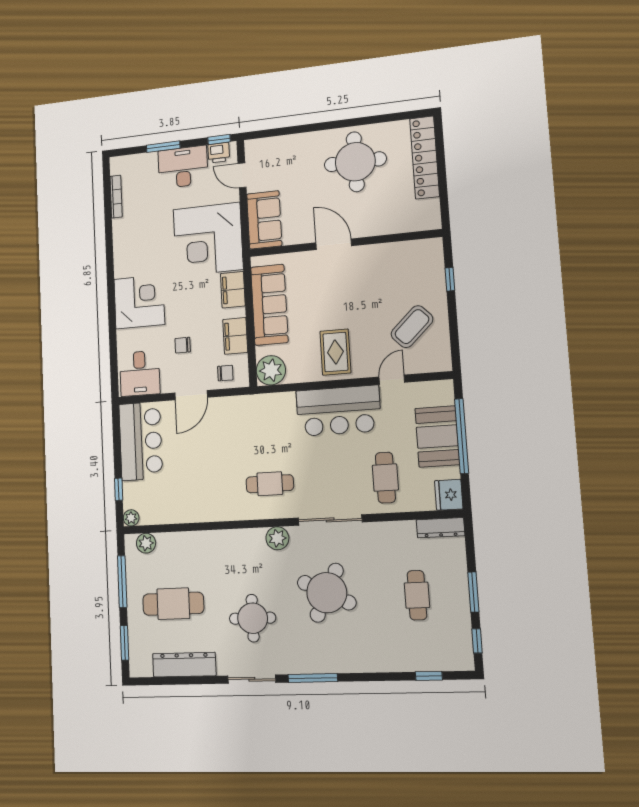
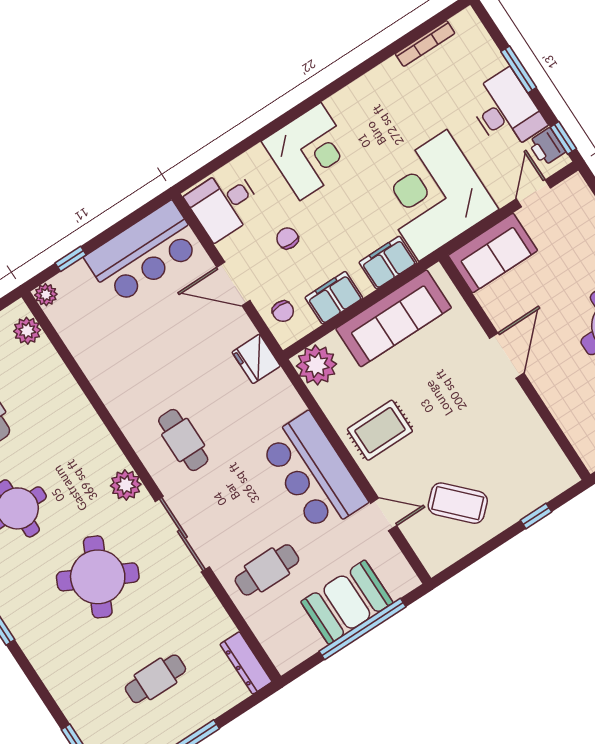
fridge: (449, 495) -> (256, 359), moved, turned -90

